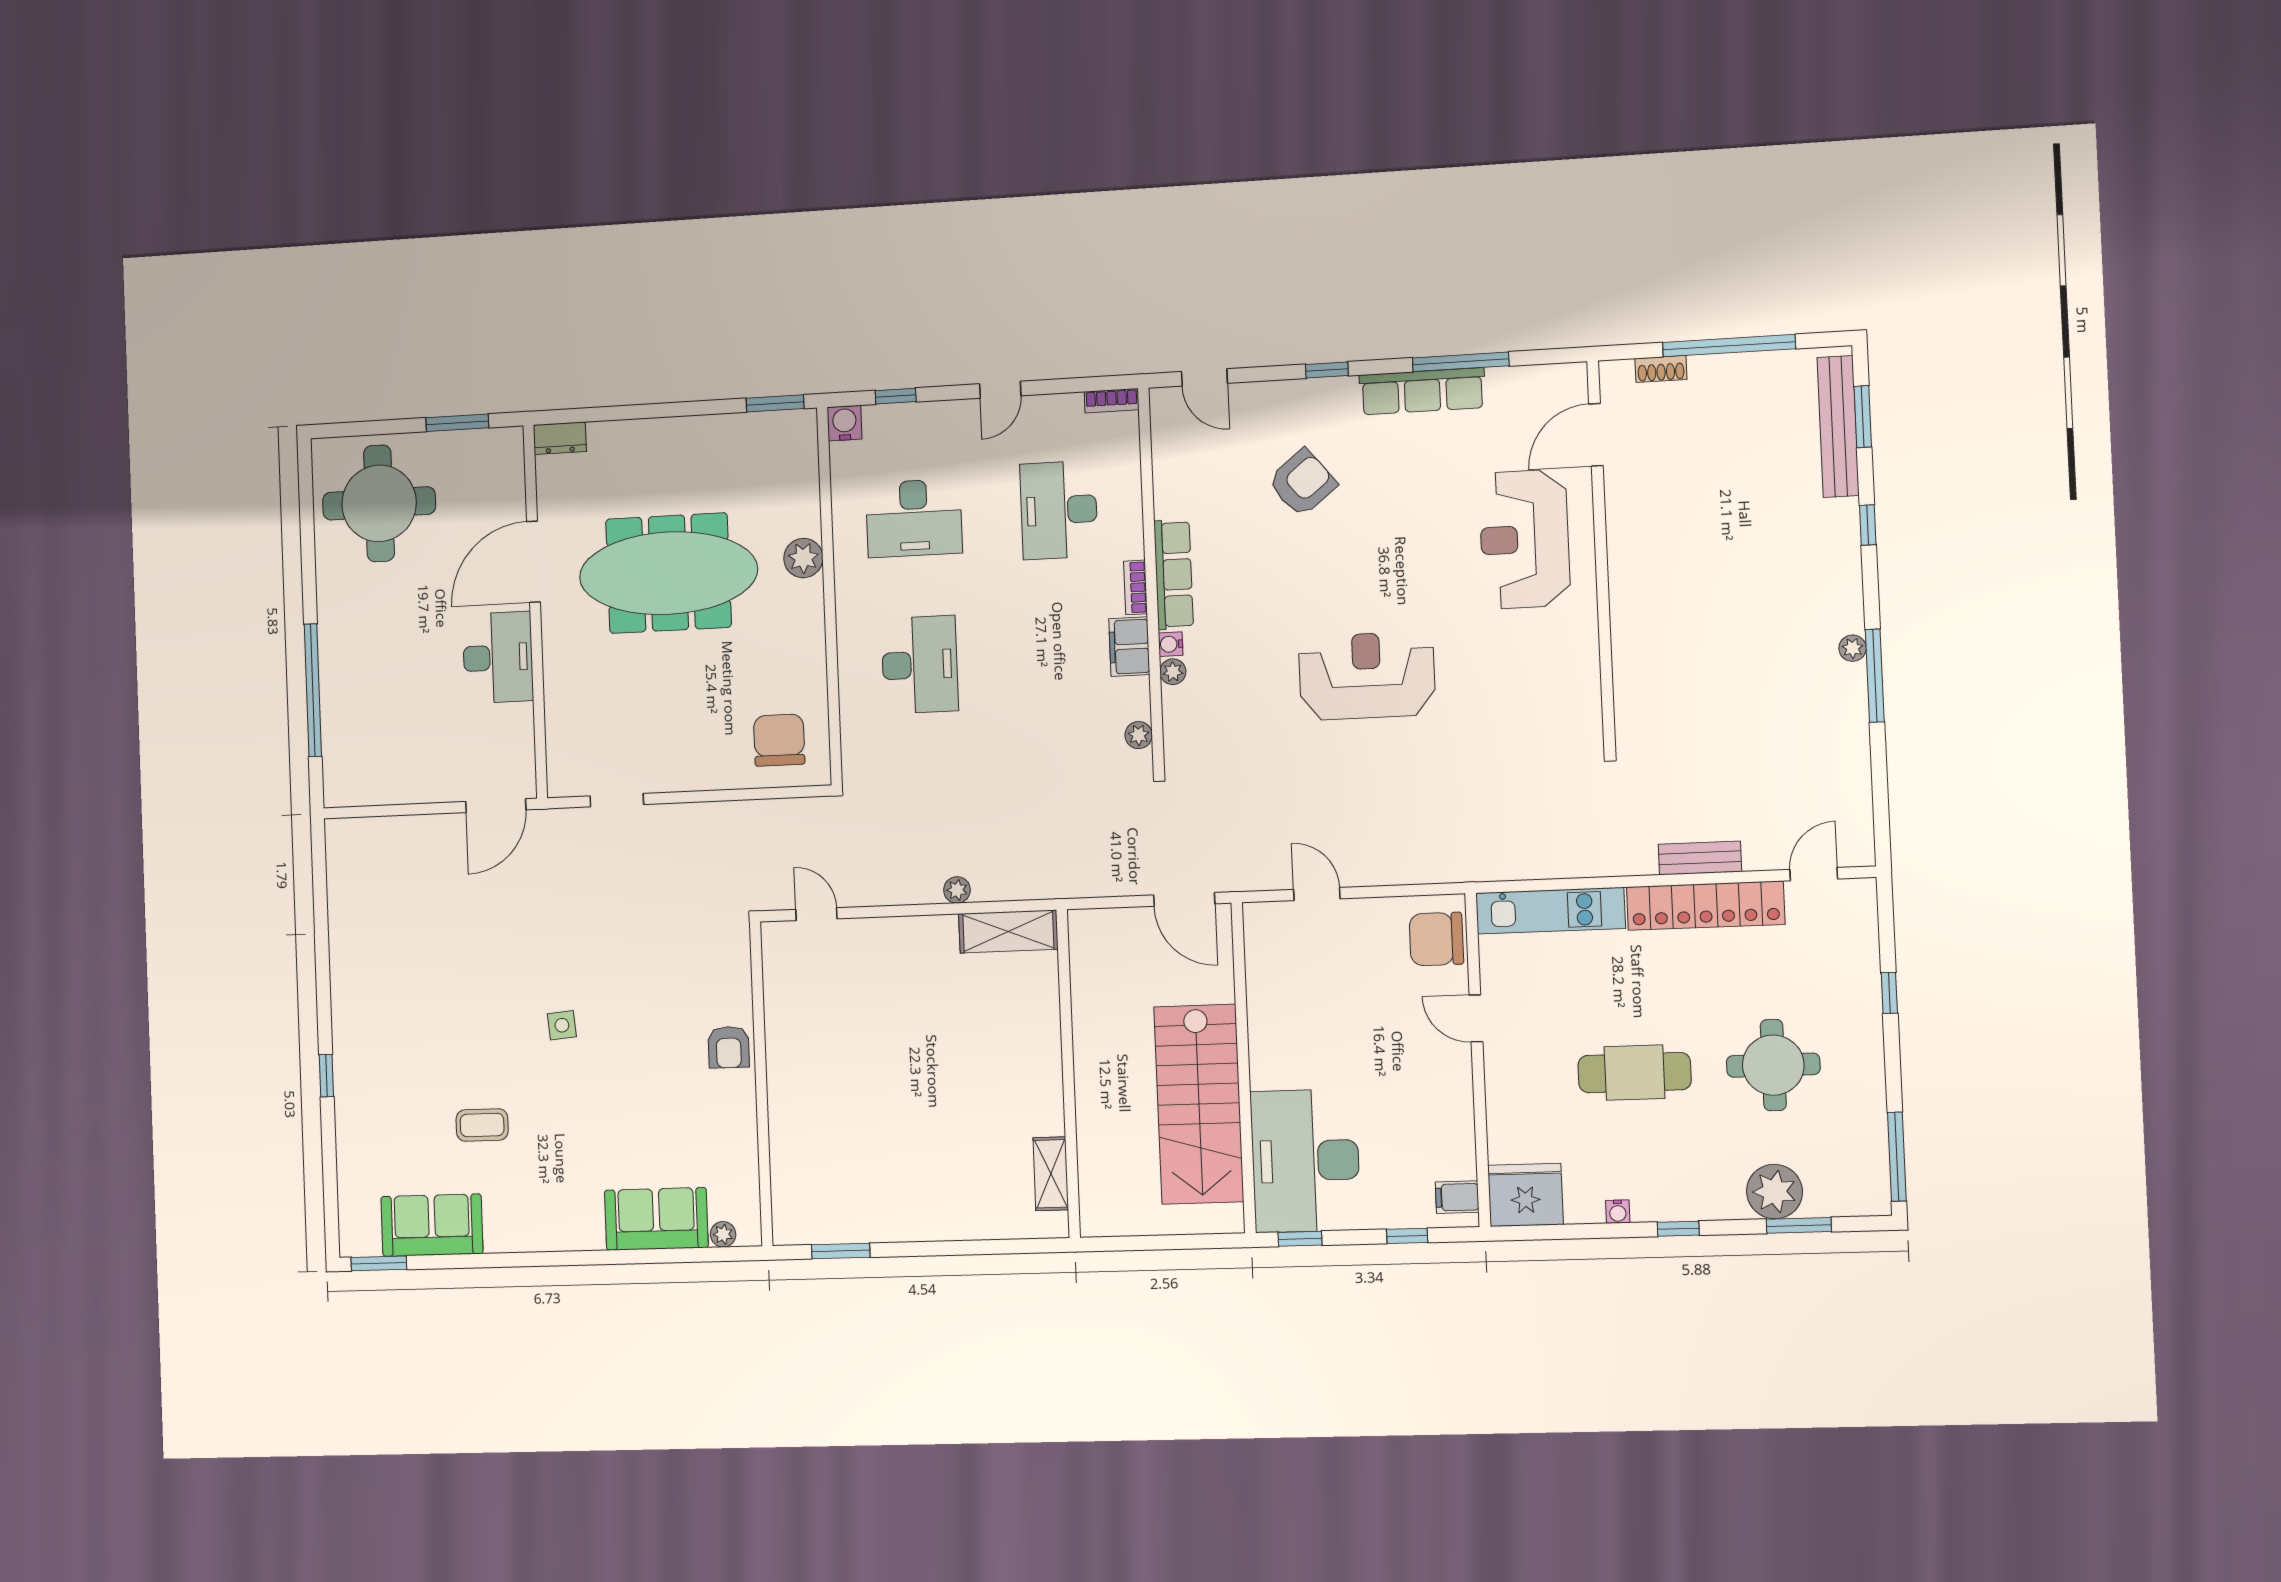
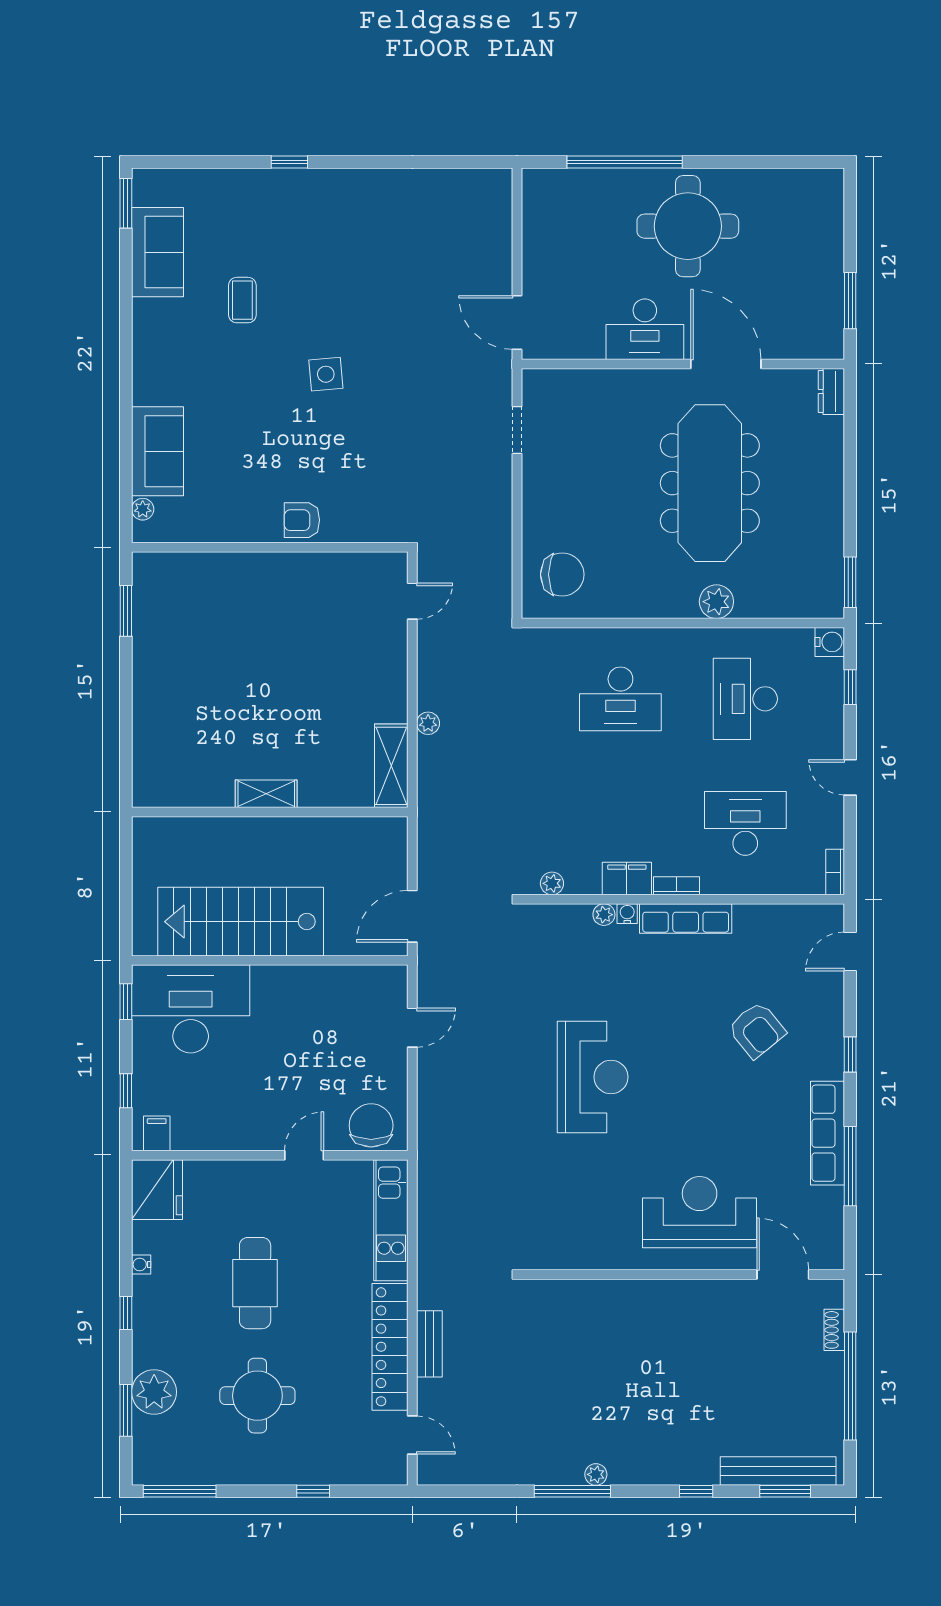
round table: (379, 503) -> (688, 226), moved
side table: (562, 1025) -> (326, 374), width x1.37, depth x1.37
shelving: (1051, 1174) -> (266, 794), moved

